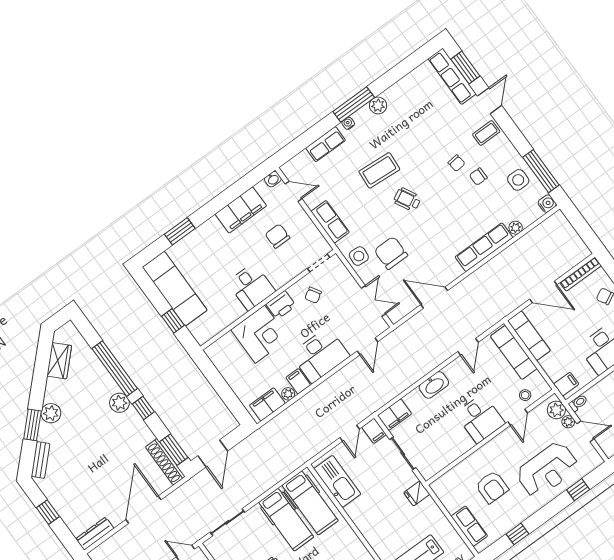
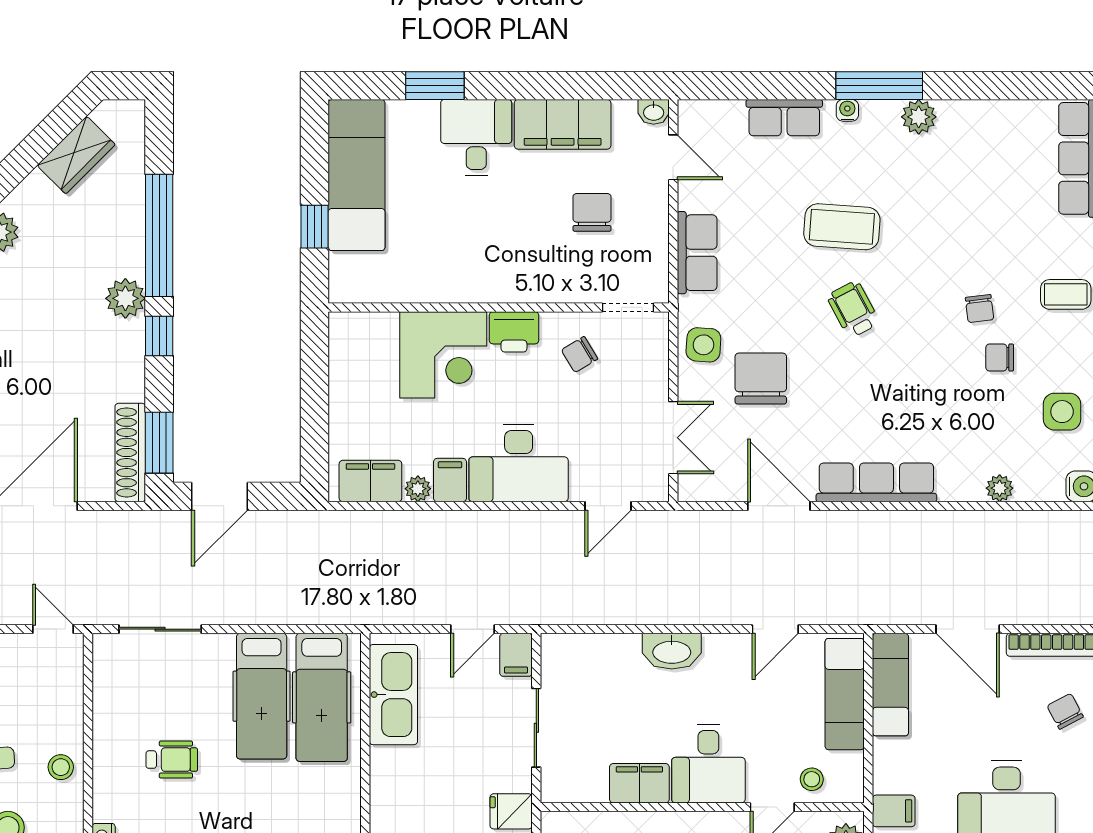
row of seats: (484, 247) -> (876, 482), moved
desk: (251, 287) -> (476, 138), moved, turned 180
filing cabinet: (395, 415) -> (639, 783), moved, turned 180

